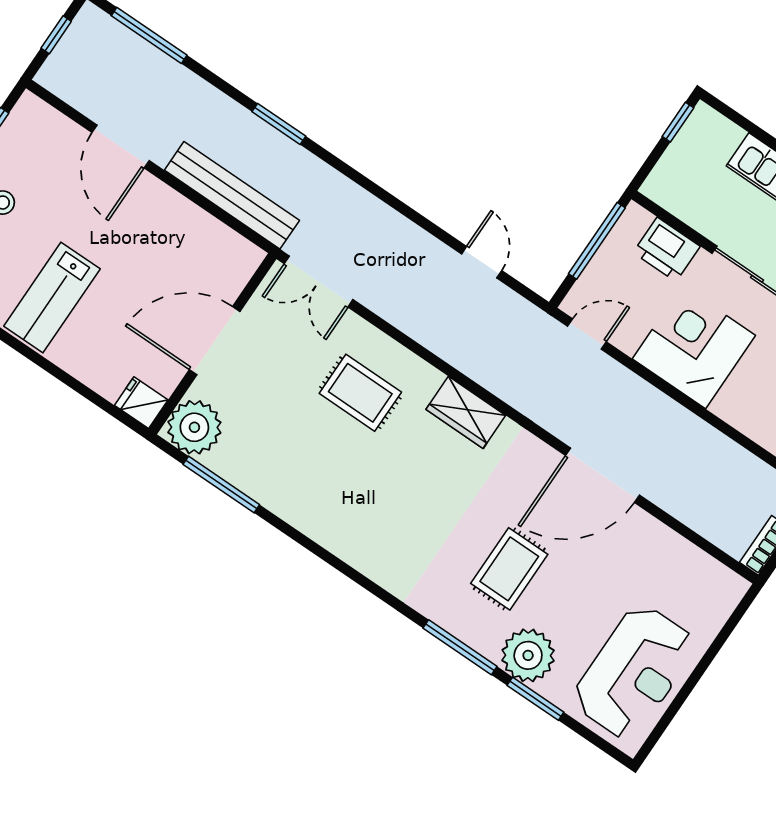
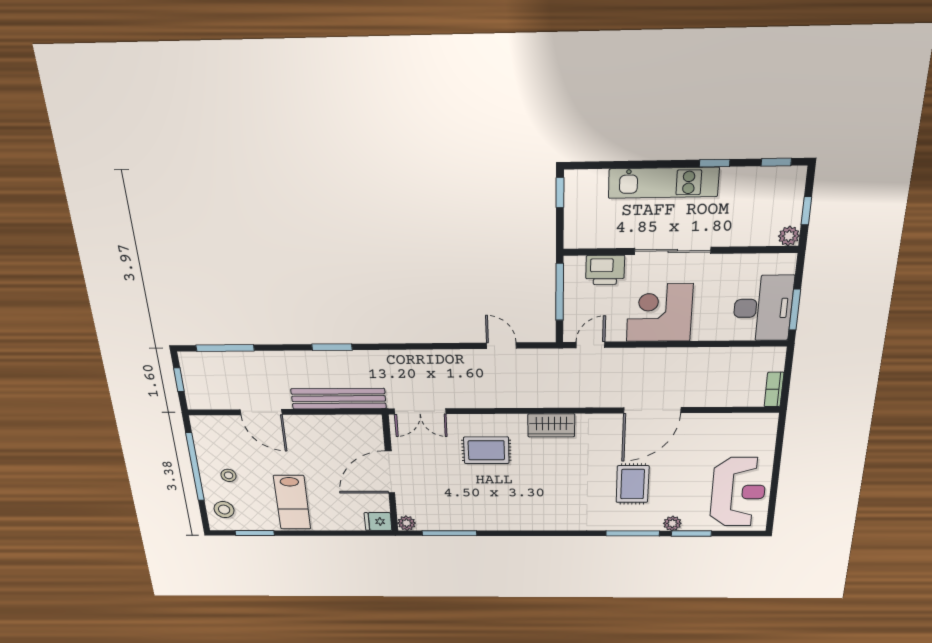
plant: (194, 427) -> (407, 523), width x0.53, depth x0.53
plant: (528, 655) -> (672, 523), width x0.53, depth x0.53

